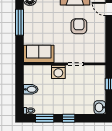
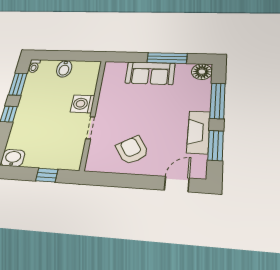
armchair: (79, 26) -> (132, 150), moved, turned -122
sofa: (39, 54) -> (150, 73), moved, turned 90

